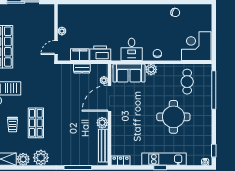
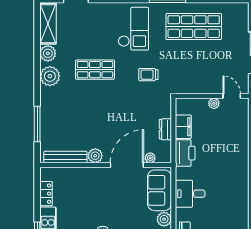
door: (56, 47) -> (232, 96), moved
door: (109, 98) -> (127, 165), hinge flipped
trolley: (13, 124) -> (148, 75), moved
locker: (121, 161) -> (46, 194), moved

